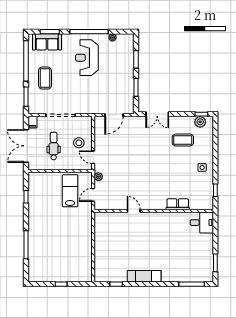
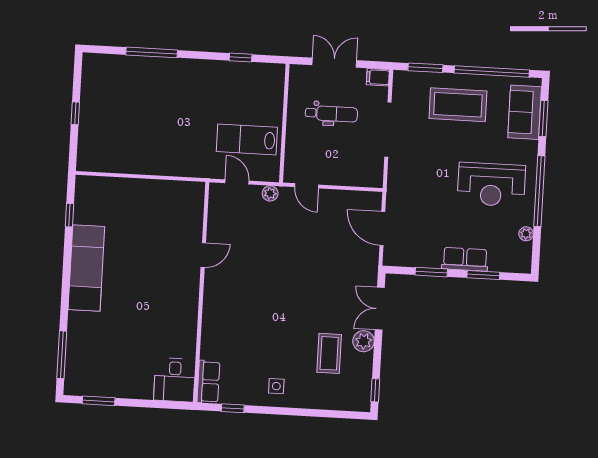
reception desk: (87, 58) -> (491, 184), turned 180
row of seats: (128, 70) -> (465, 259), added
coffee table: (45, 78) -> (458, 105), width x1.36, depth x1.32
plant: (200, 122) -> (364, 341), moved
stool: (79, 143) -> (335, 161), removed
double door: (26, 146) -> (334, 63), width x0.73
door: (93, 157) -> (307, 186), swing flipped
lab bench: (70, 191) -> (247, 139), turned 180
row of seats: (178, 204) -> (208, 382), moved
exam couch: (144, 276) -> (86, 268), width x1.36, depth x1.45

